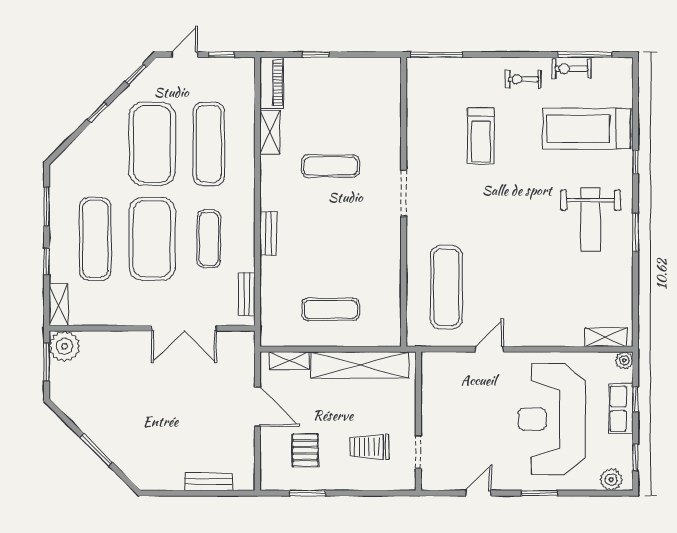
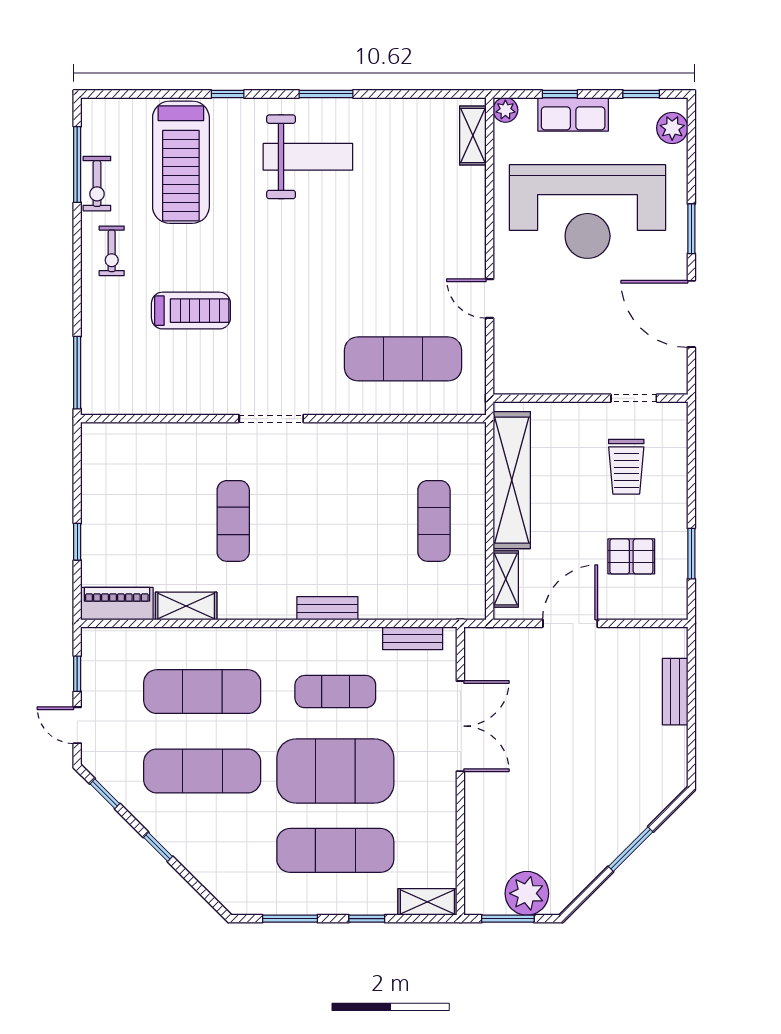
exercise mat: (152, 144) -> (202, 771), width x0.68
plant: (65, 346) -> (527, 893), moved
door: (478, 493) -> (691, 314), width x1.88

